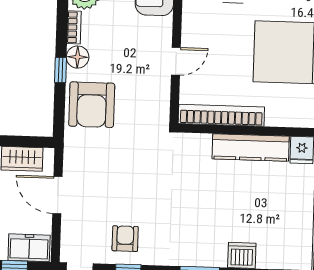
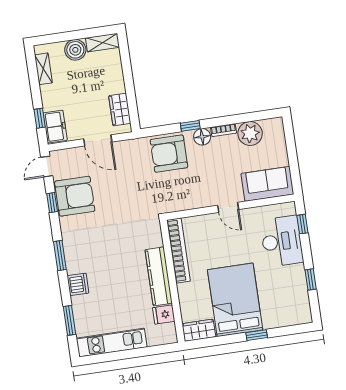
door: (176, 61) -> (228, 207), moved
door: (57, 195) -> (98, 140), swing flipped
armchair: (125, 239) -> (75, 196), width x1.88, depth x1.88

